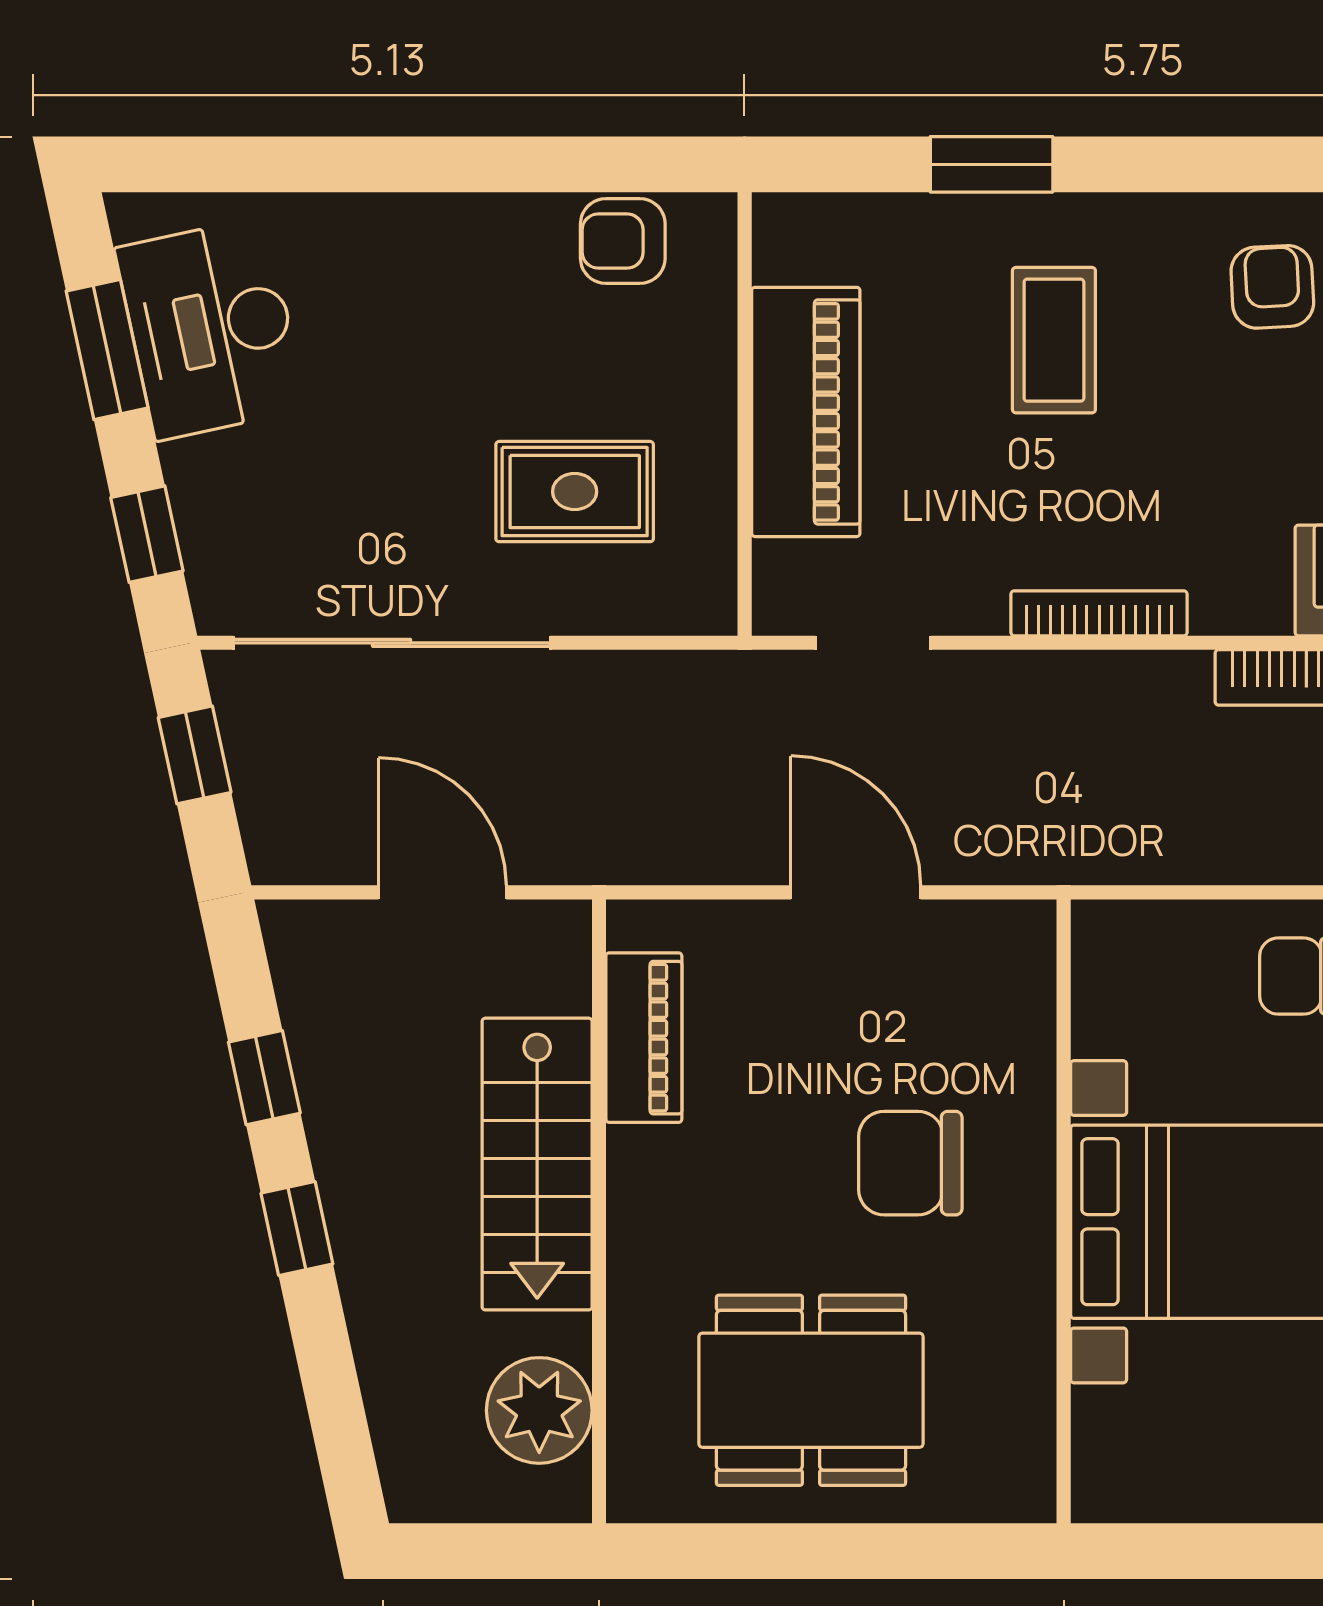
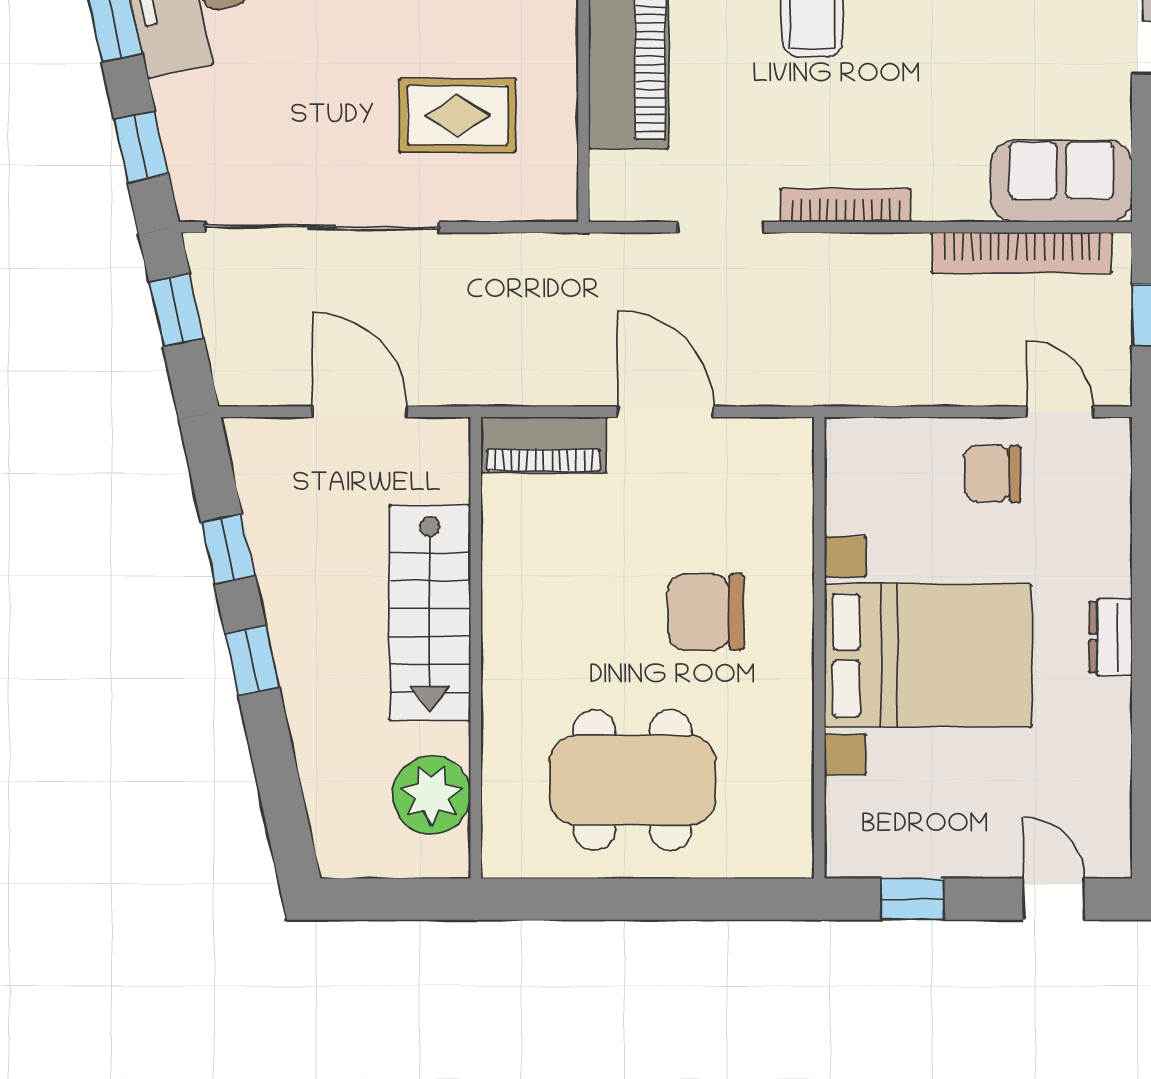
doorway: (873, 643) -> (721, 227), moved
piano: (644, 1038) -> (544, 445), moved, turned 90
window: (1189, 1551) -> (912, 899), added

